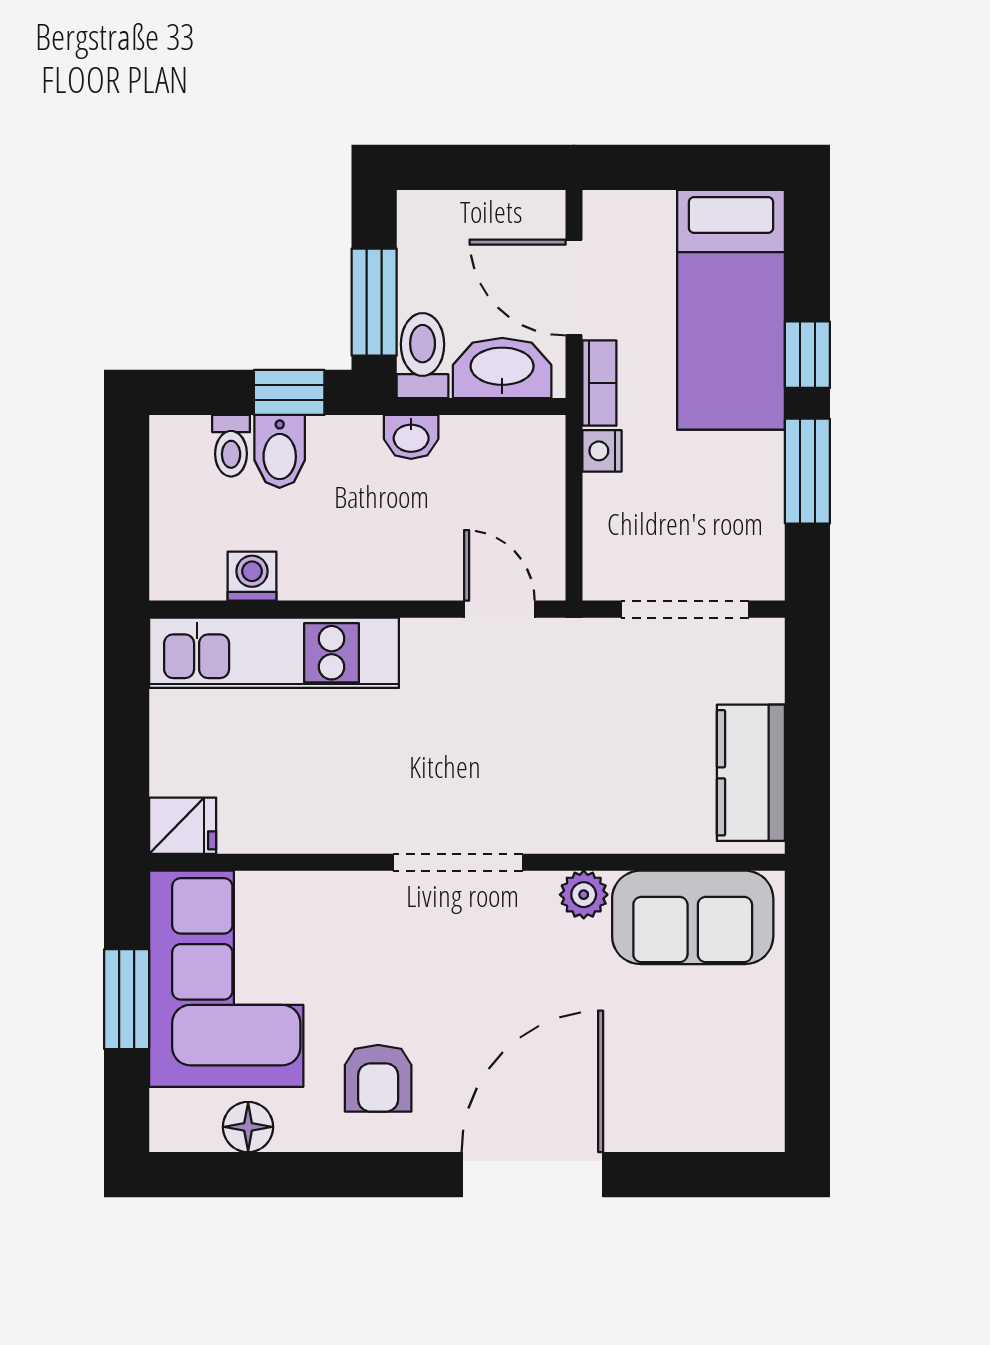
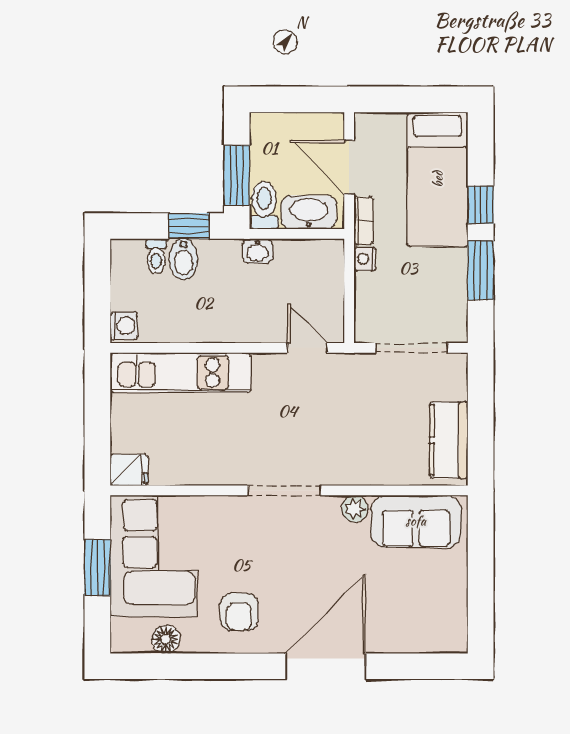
washing machine: (252, 576) -> (124, 326), moved, turned 90

